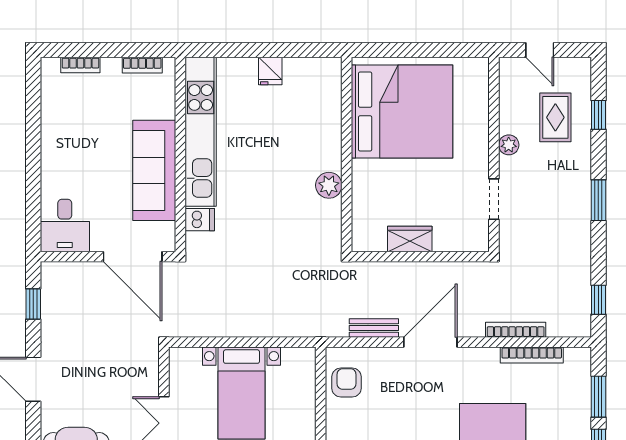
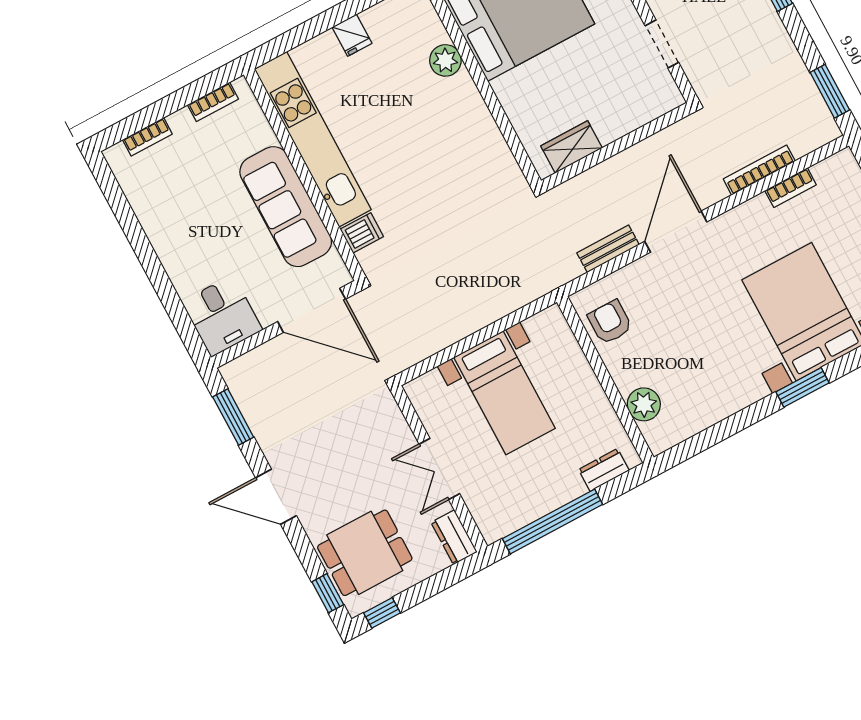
plant: (329, 185) -> (445, 60), moved
wardrobe: (410, 239) -> (571, 147), moved
window: (598, 300) -> (830, 91), width x1.50
window: (33, 304) -> (233, 417), width x1.50
bookcase: (532, 355) -> (791, 188), width x0.64

